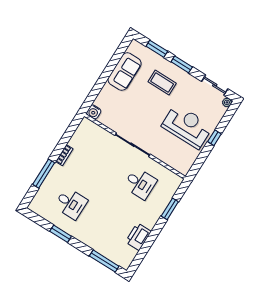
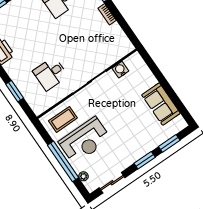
coffee table: (162, 83) -> (63, 119), moved
plant: (227, 102) -> (83, 176), moved
water cooler: (94, 112) -> (120, 70), moved
window: (214, 138) -> (63, 161), width x3.17

